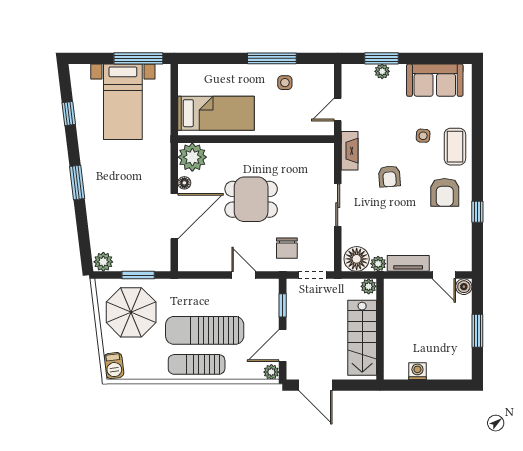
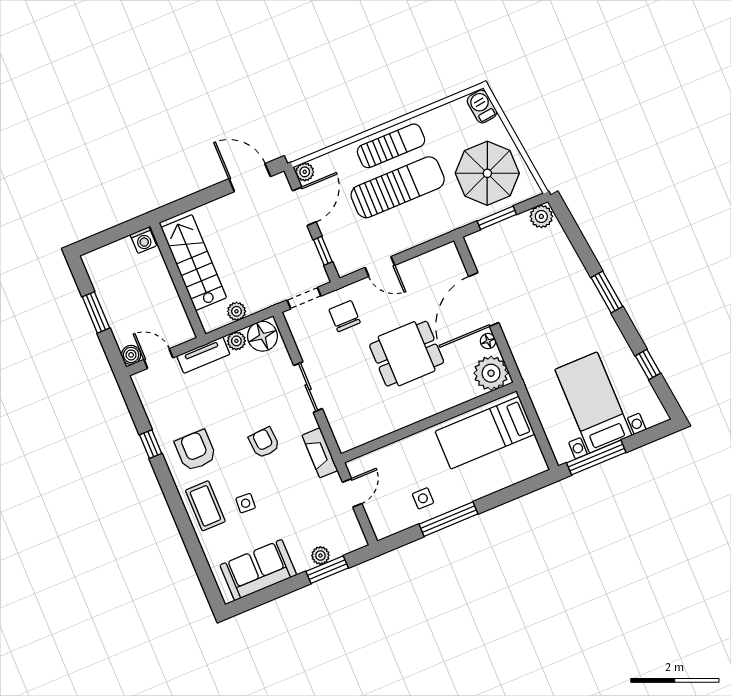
wall: (380, 329) -> (178, 280), moved
stairs: (362, 338) -> (194, 263), moved

